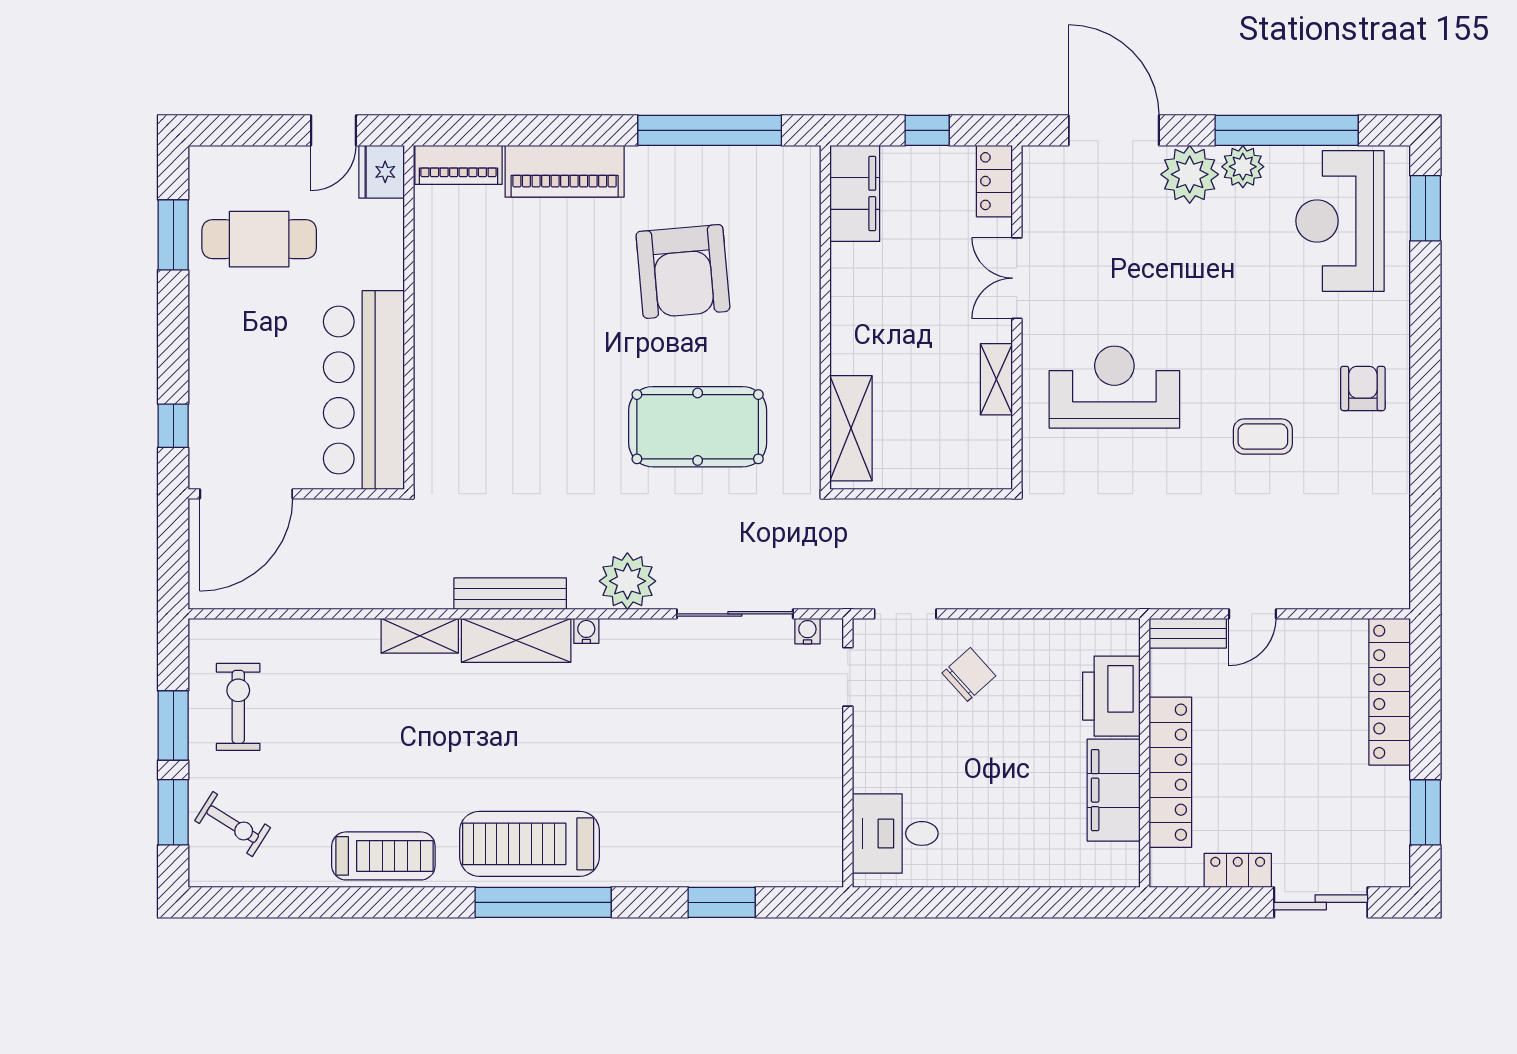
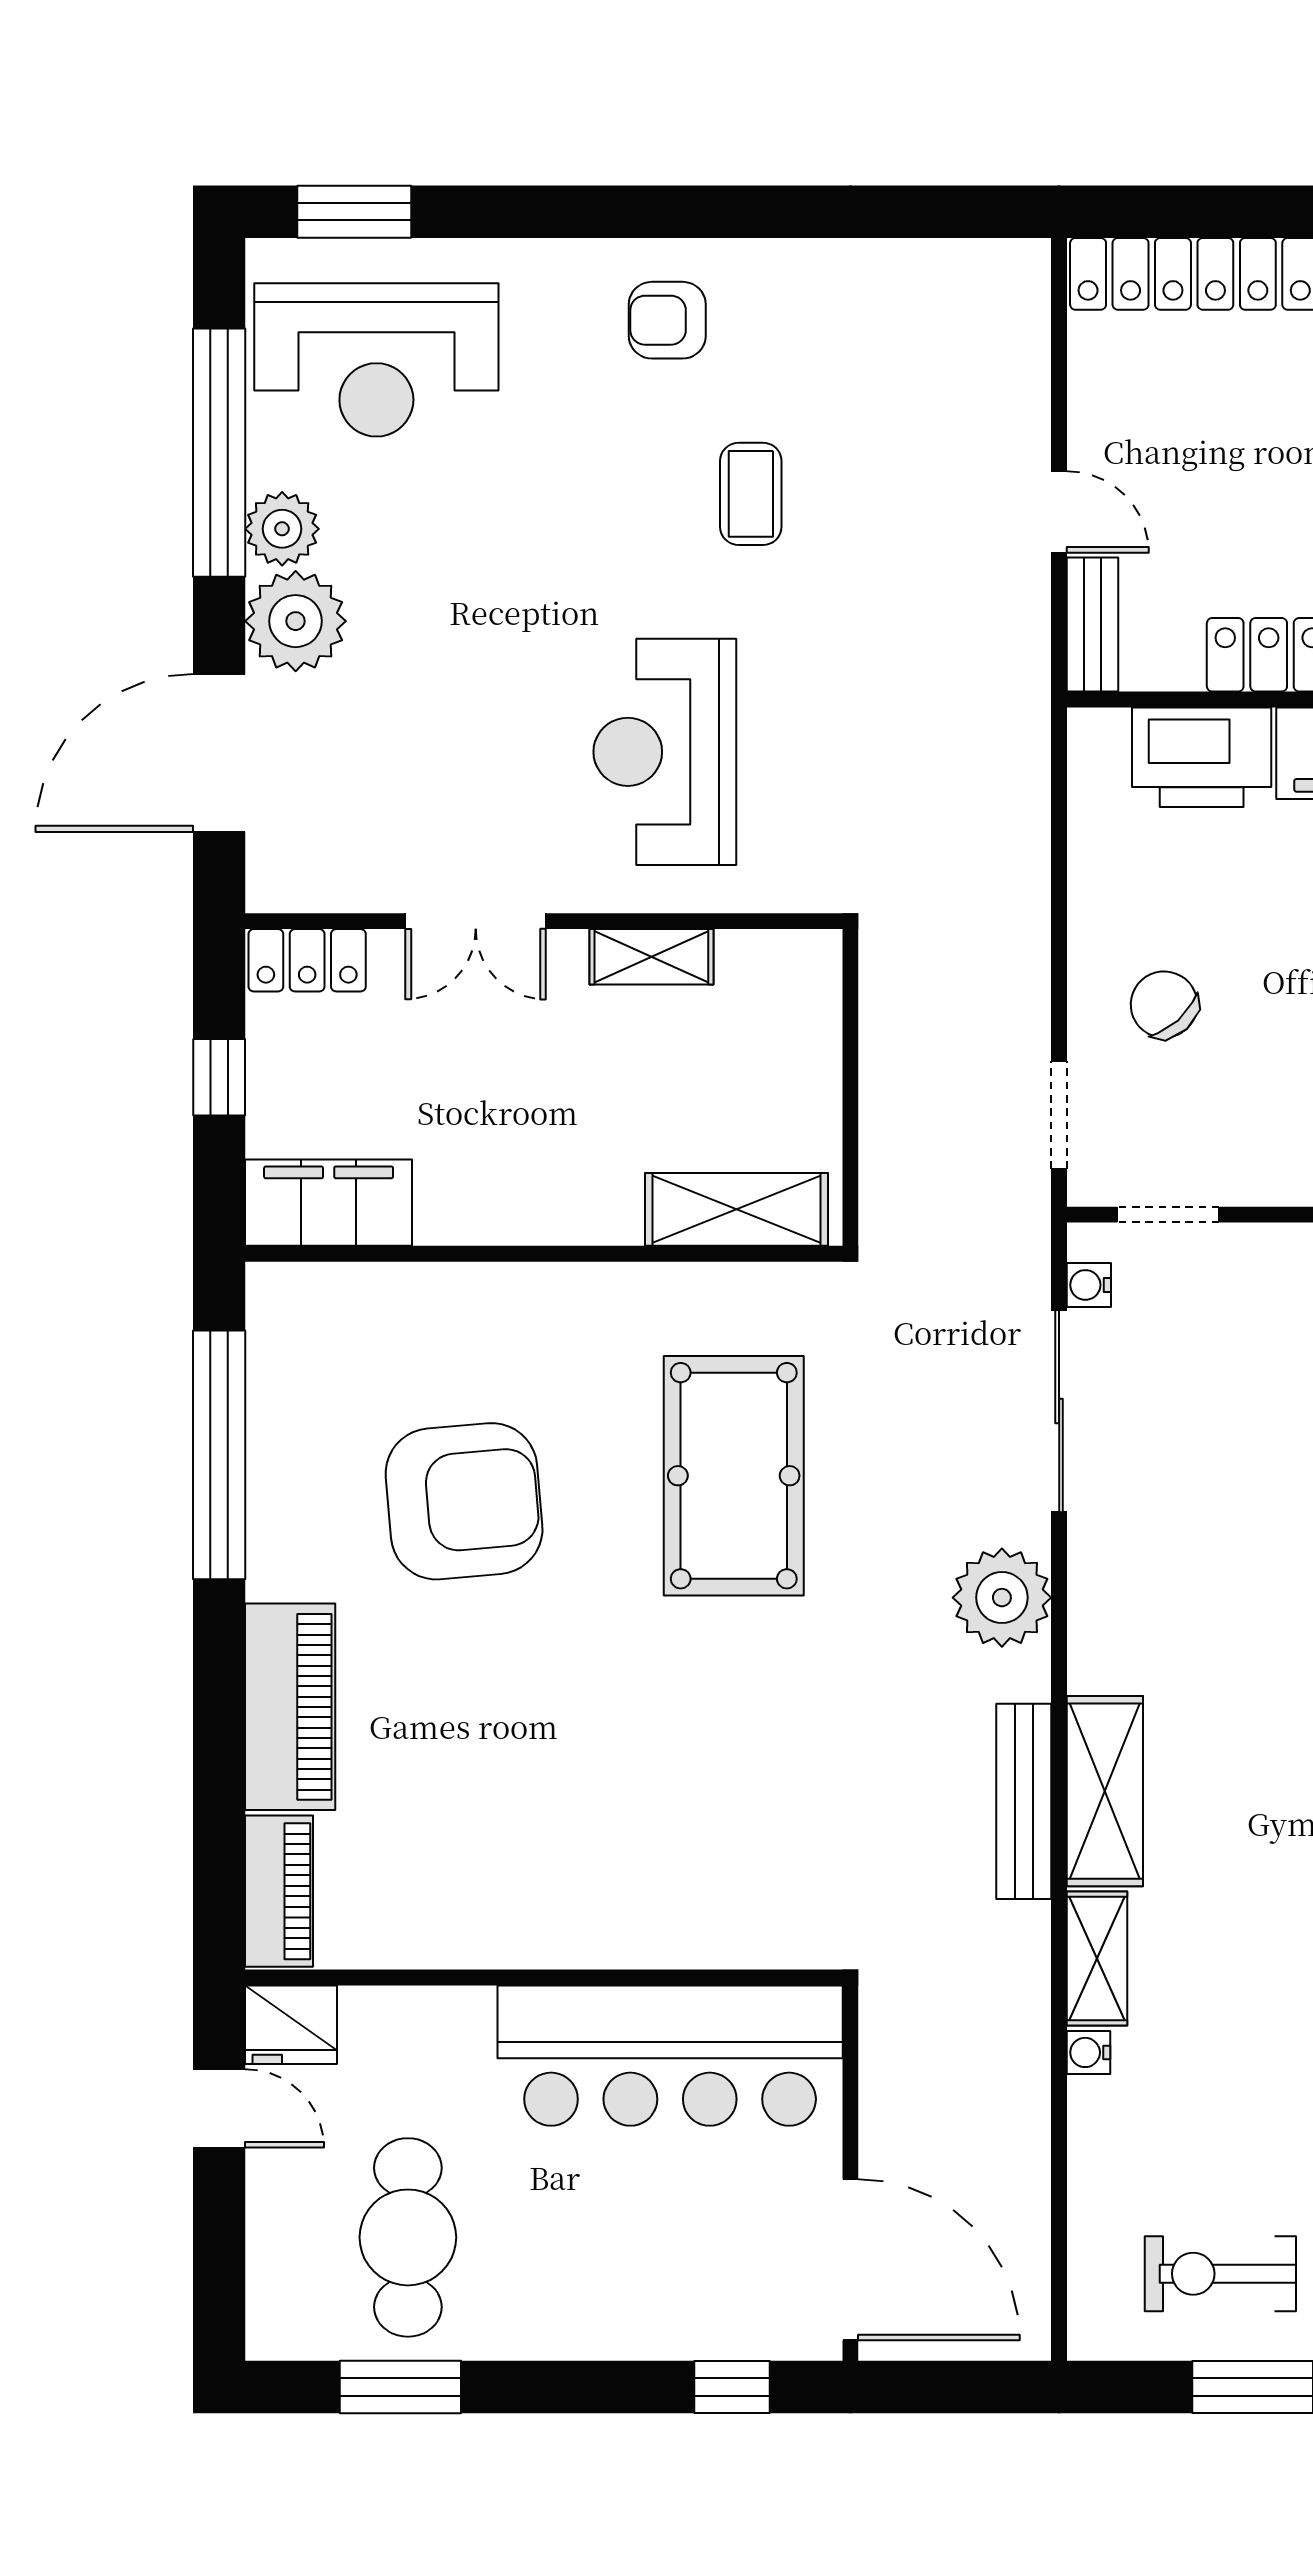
water cooler: (586, 631) -> (1089, 2052), moved

